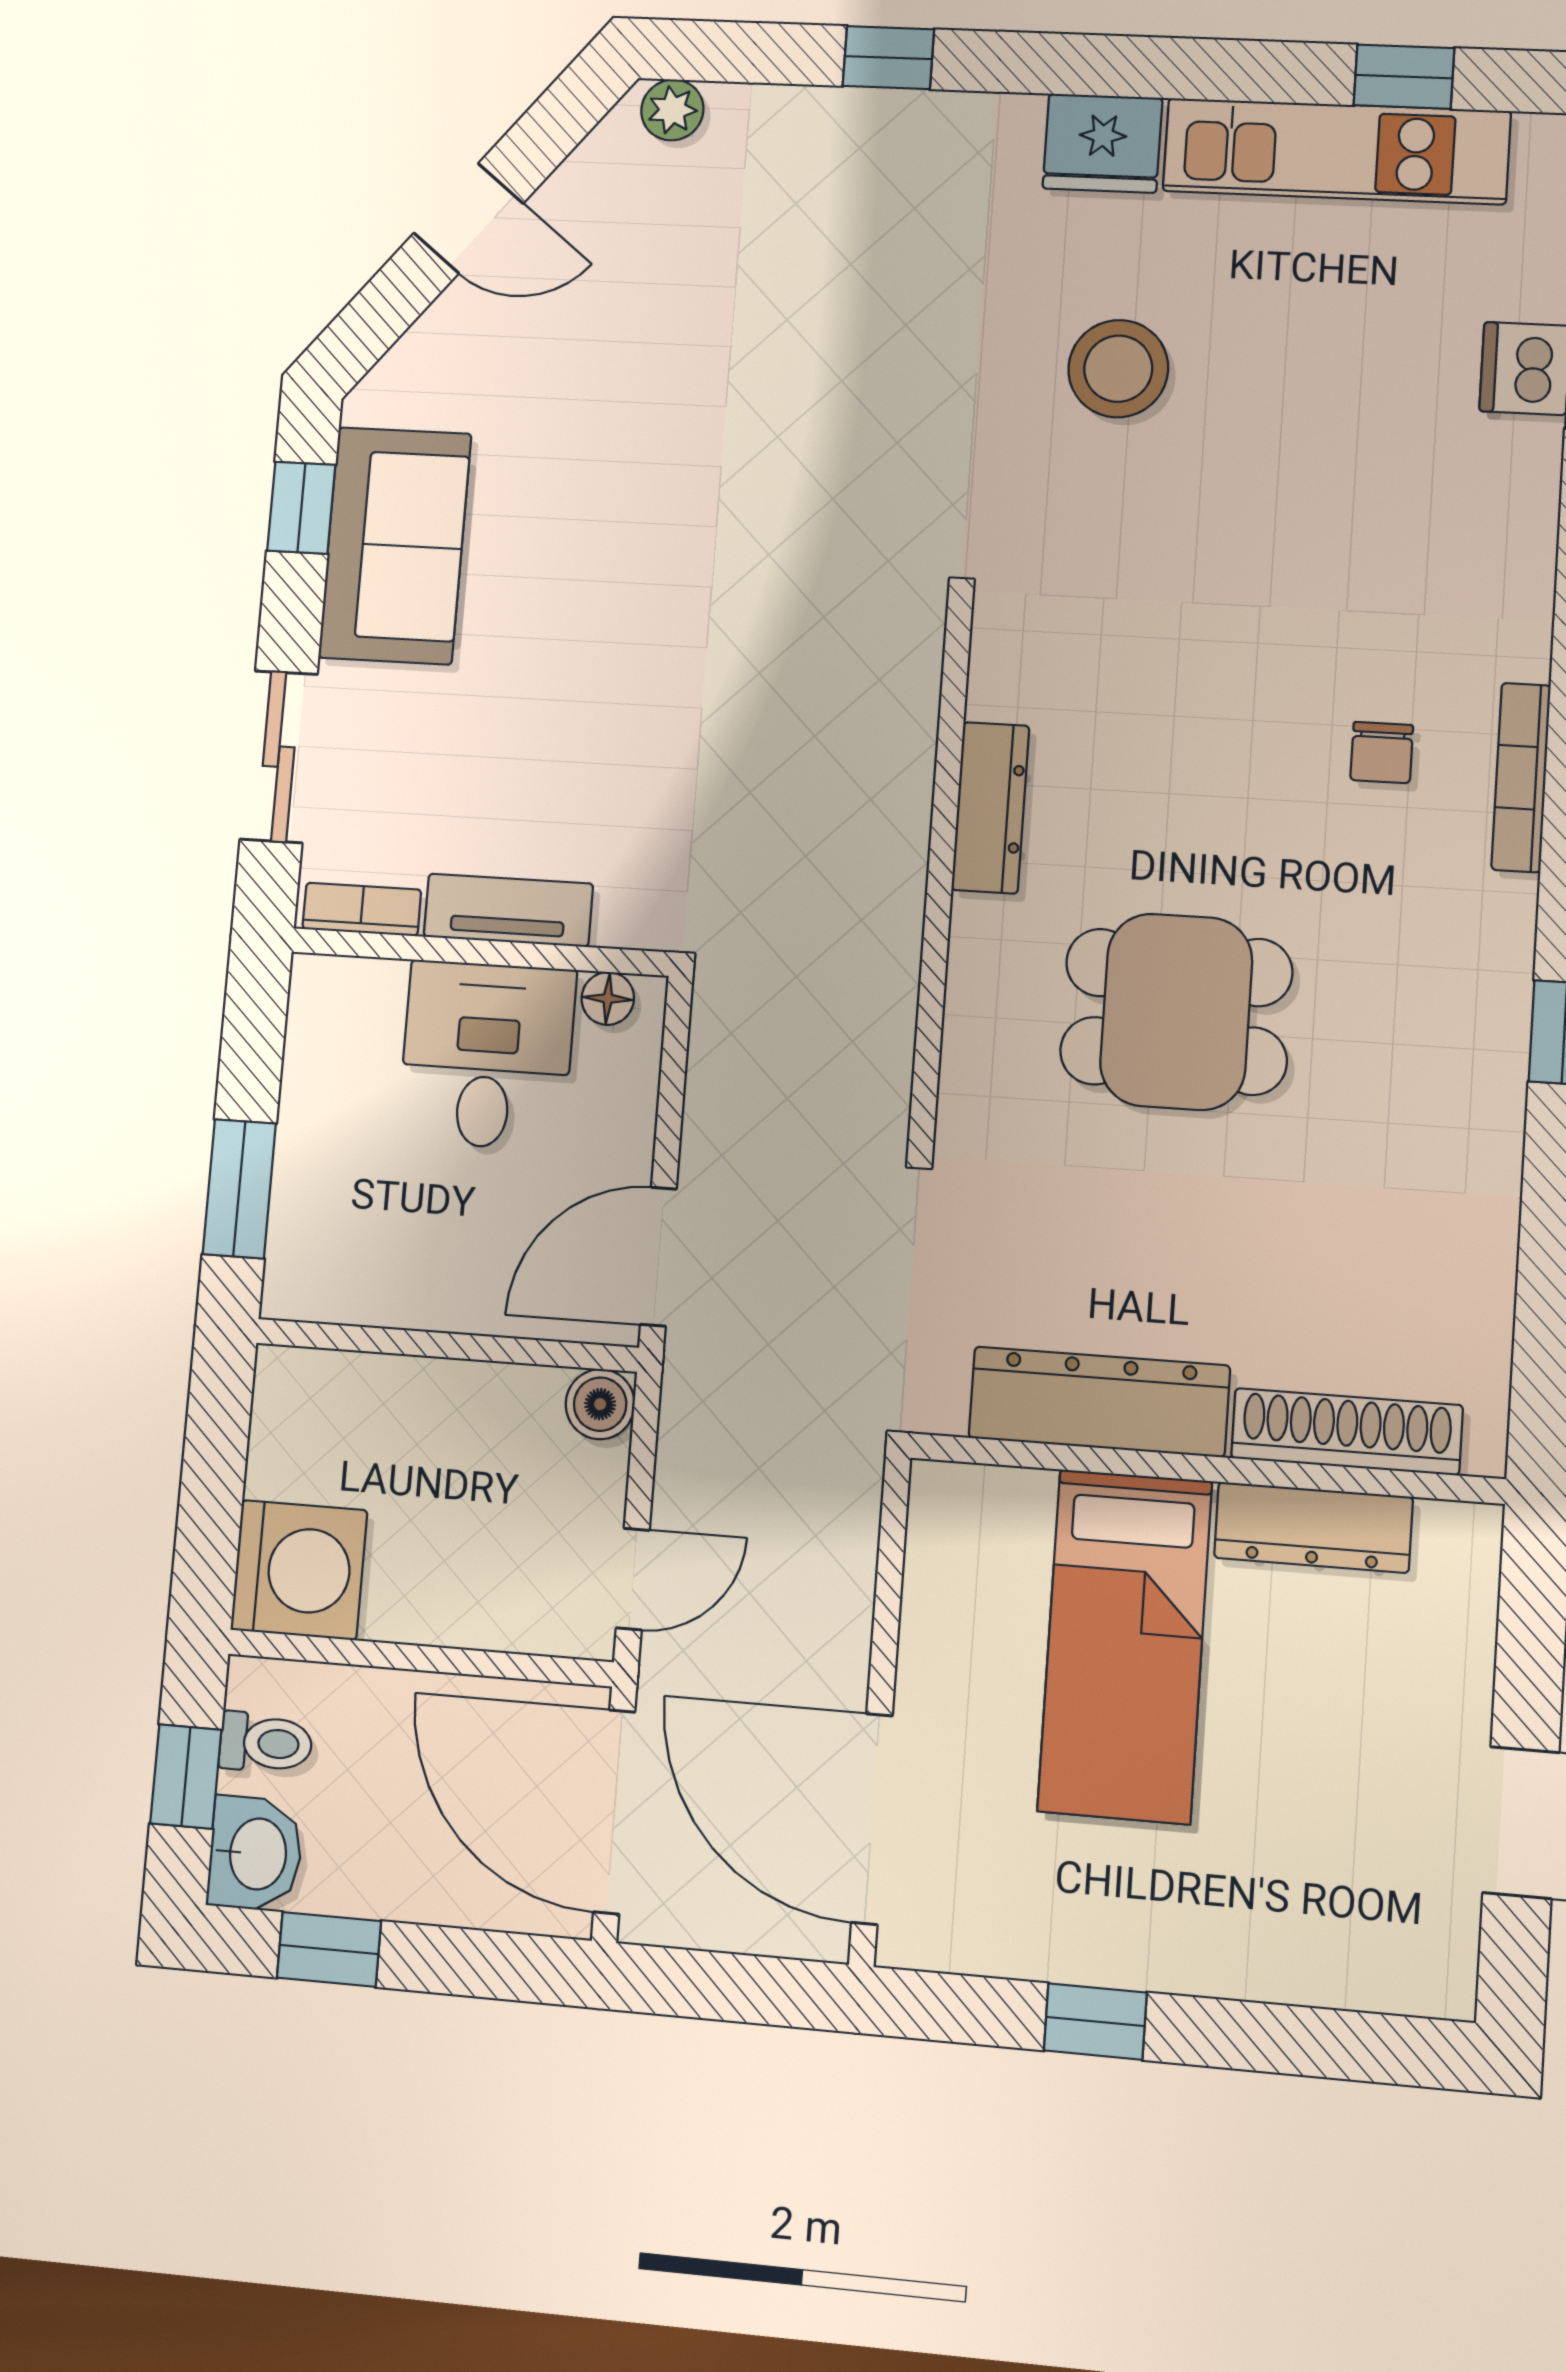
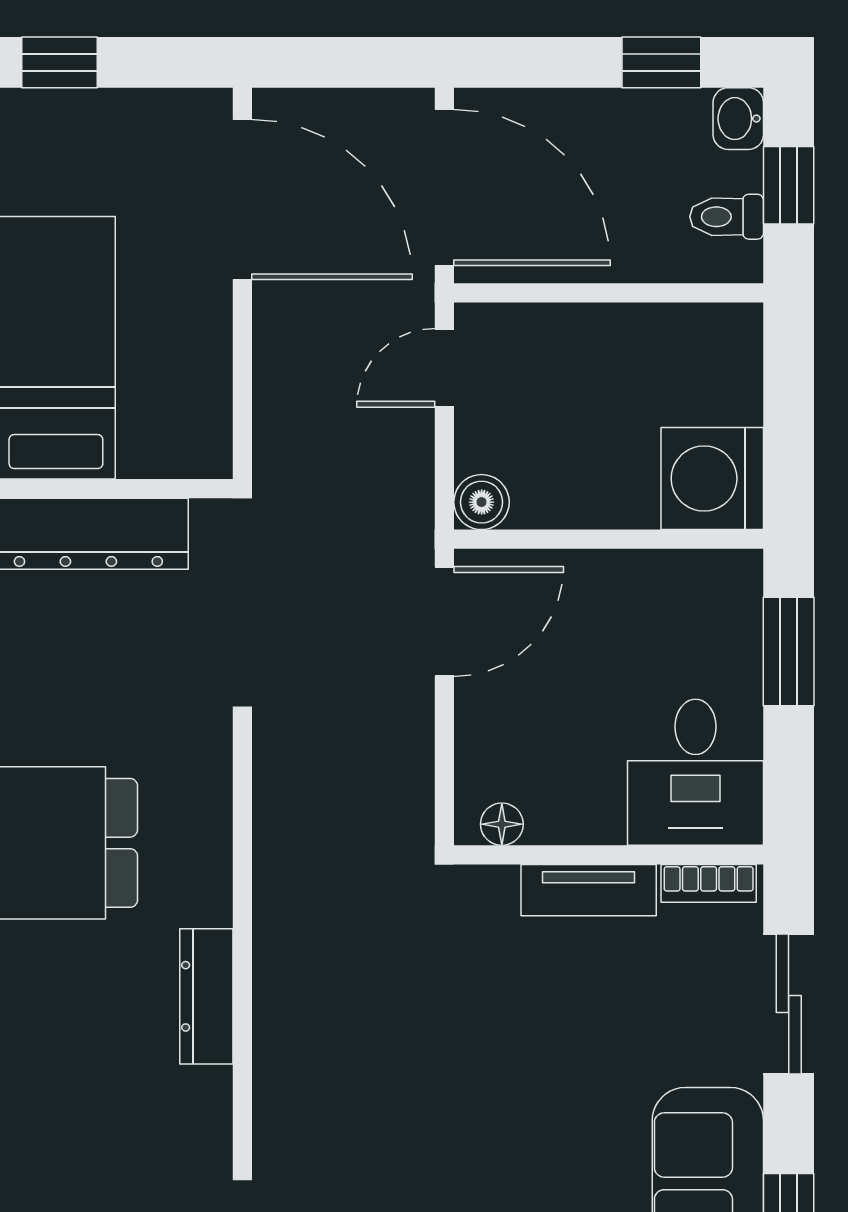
desk: (487, 1055) -> (695, 772), moved
washing machine: (299, 1570) -> (712, 479), moved
washbasin: (255, 1854) -> (738, 119), width x0.72, depth x0.69

